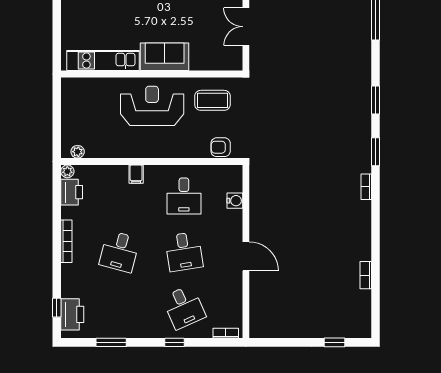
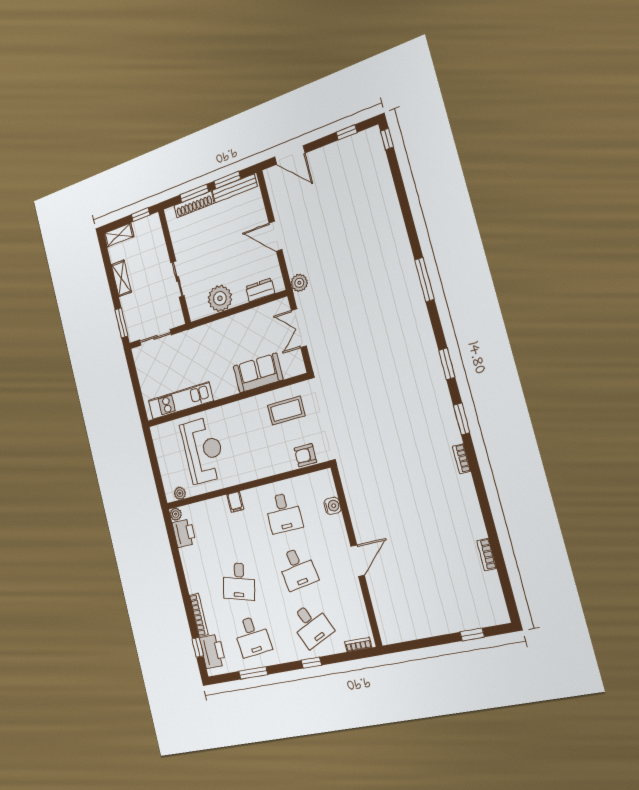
sofa: (165, 57) -> (258, 373), moved
reception desk: (152, 106) -> (203, 450), moved, turned 90
bookcase: (66, 241) -> (199, 615), moved
door: (246, 256) -> (358, 561), hinge flipped
desk: (119, 307) -> (252, 636), added

